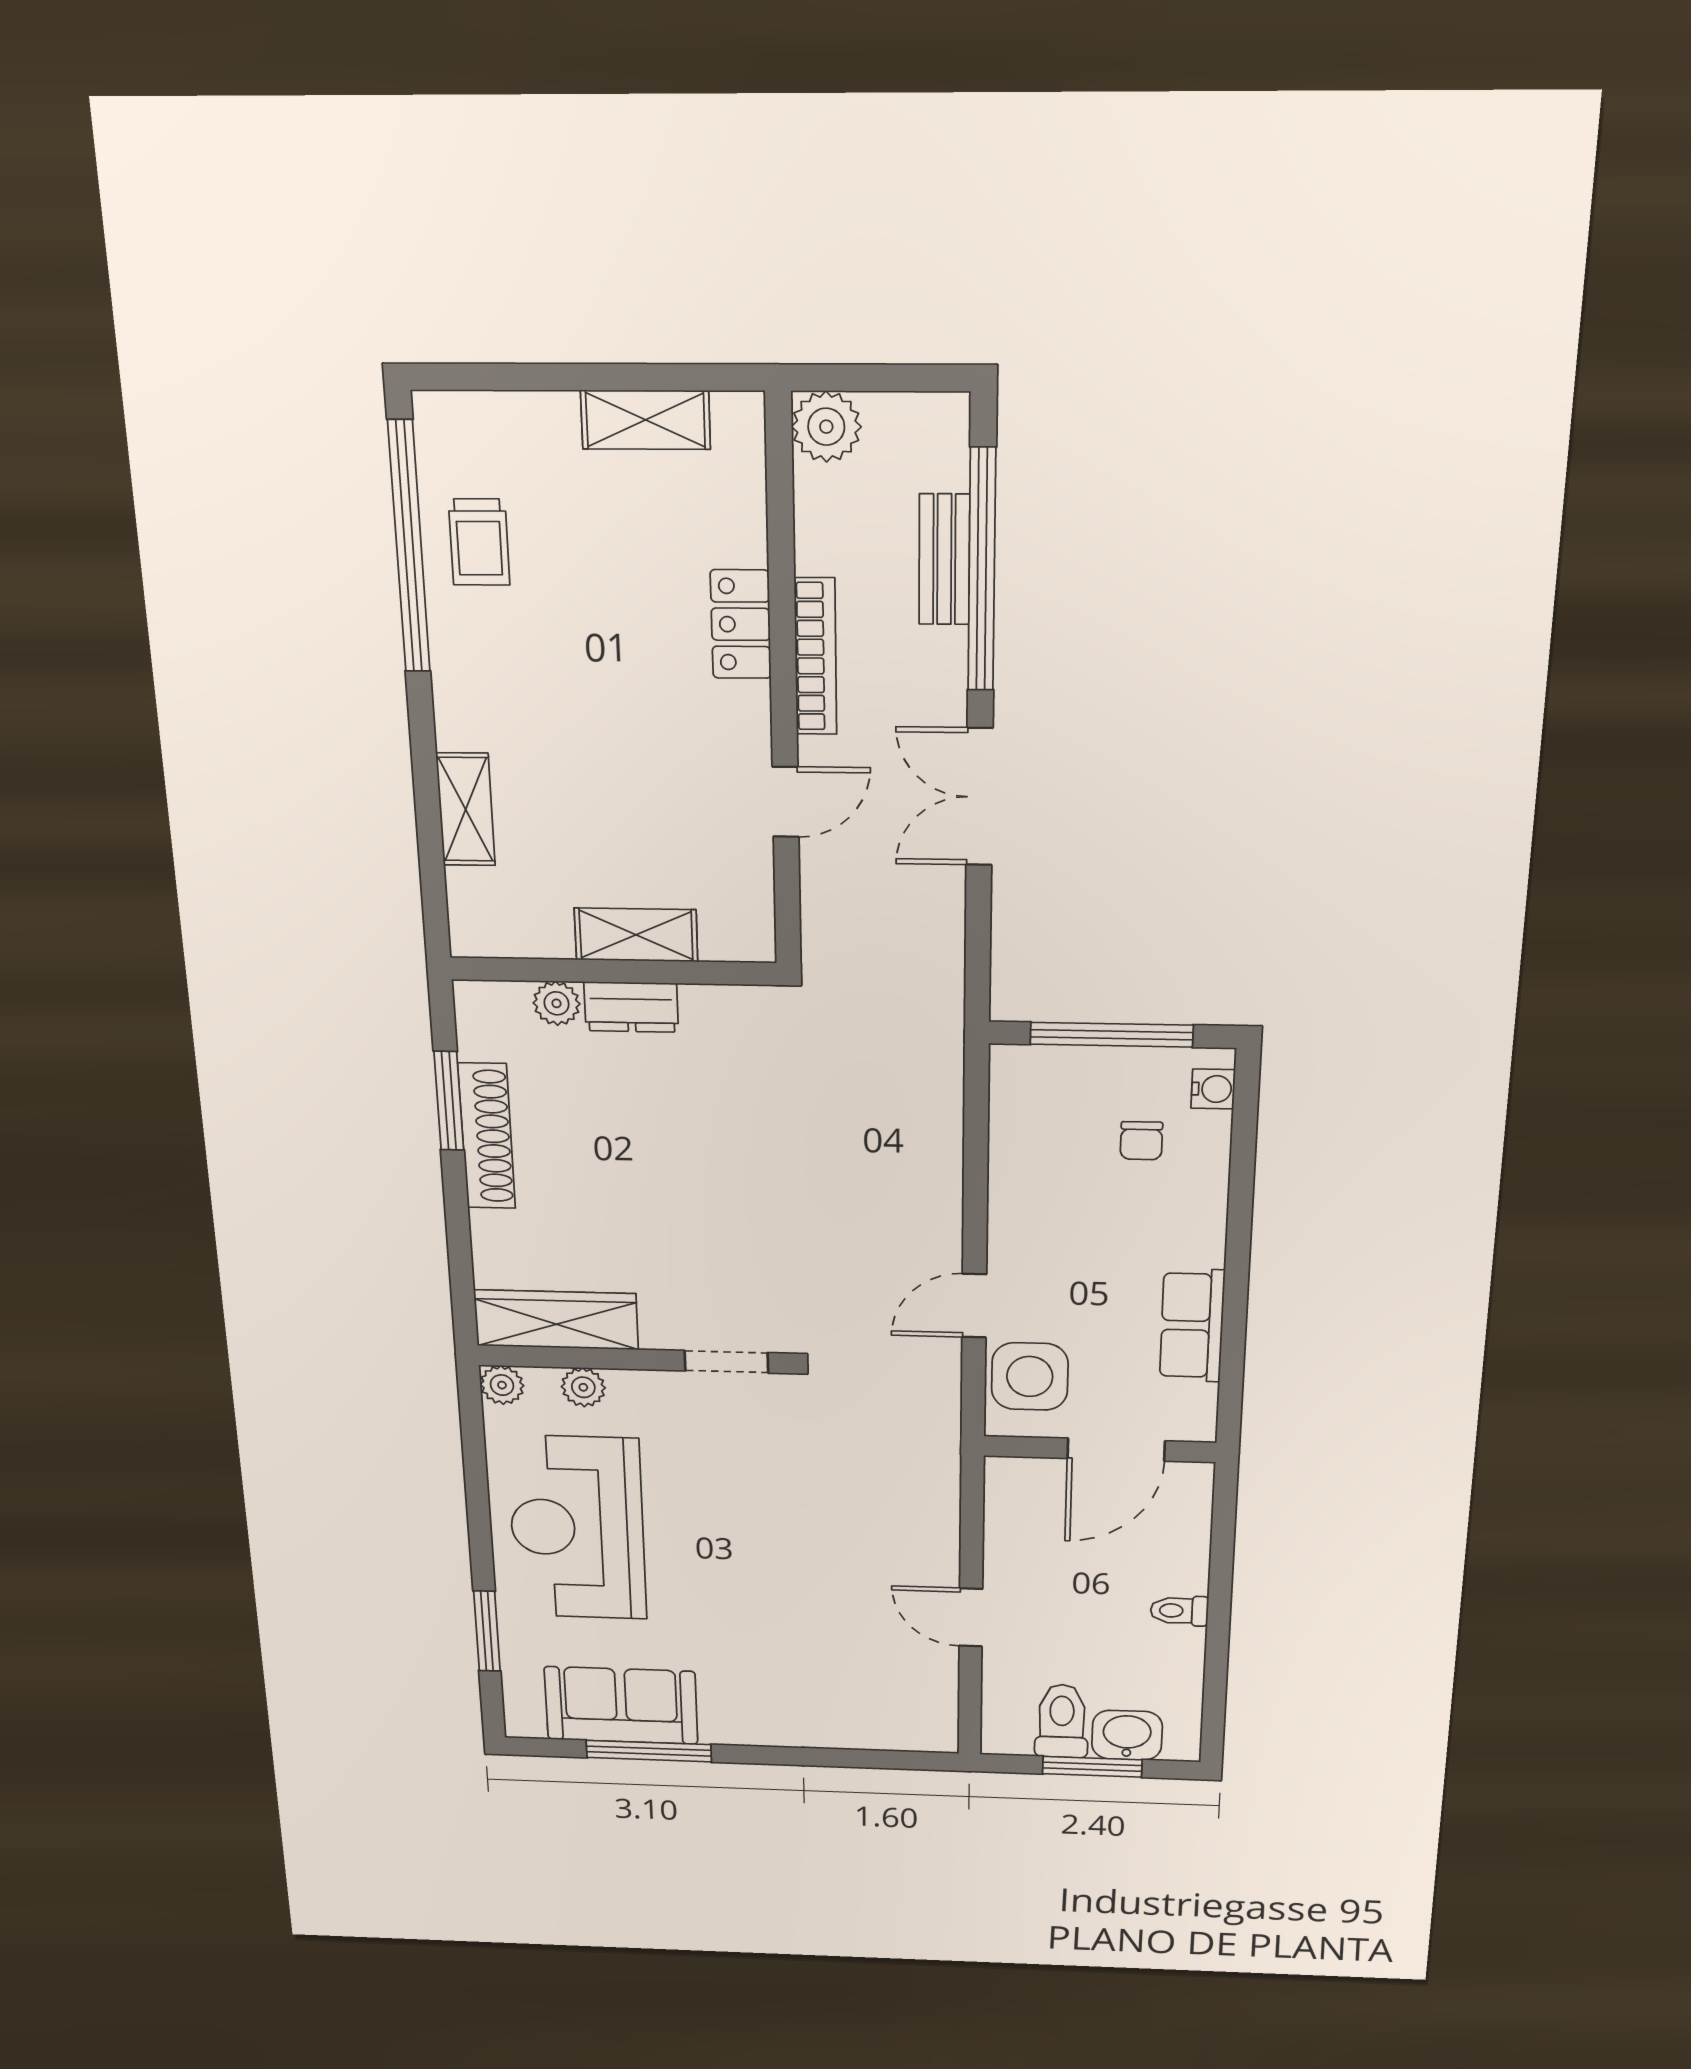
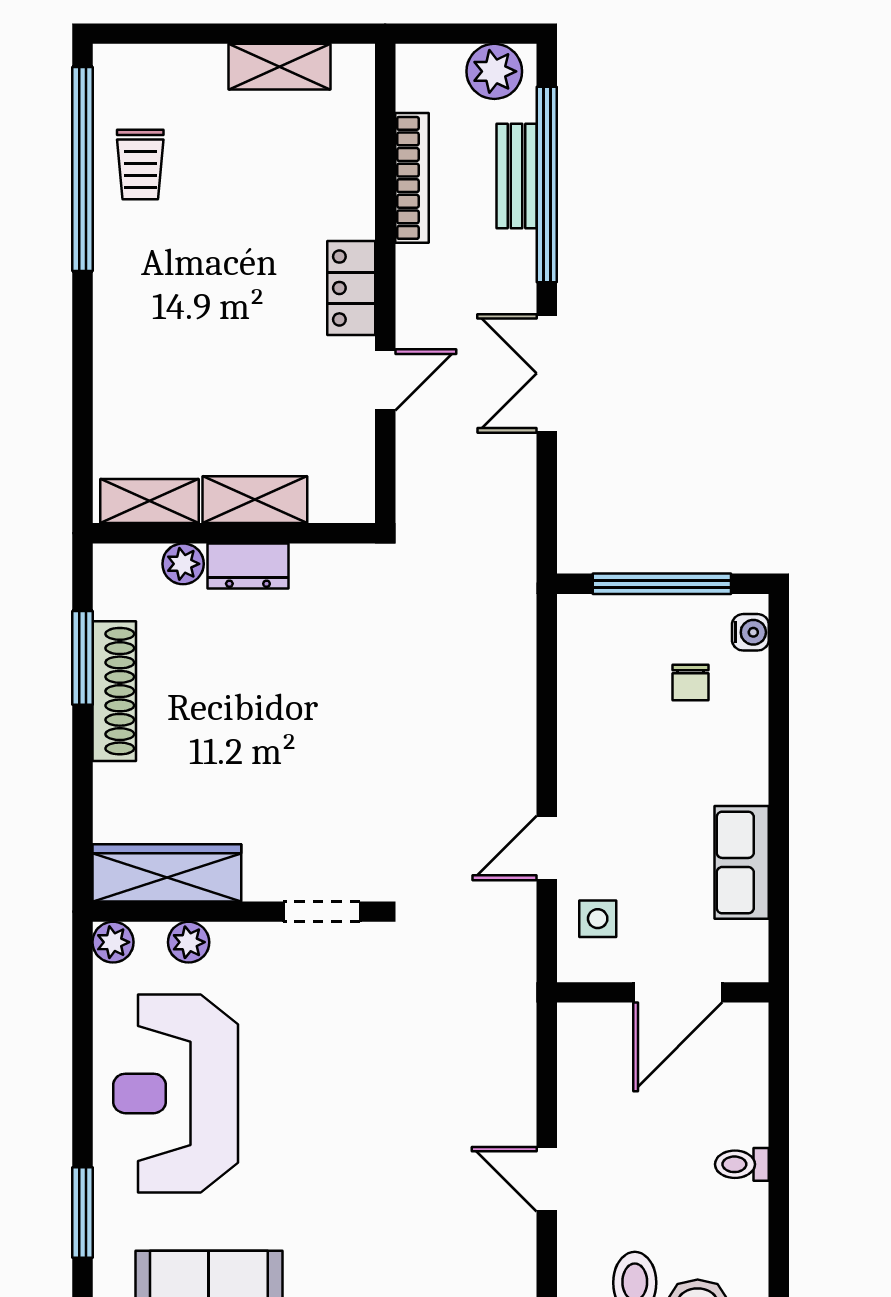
plant: (826, 427) -> (494, 71), moved
locker: (741, 624) -> (351, 288), moved
bookcase: (816, 657) -> (412, 178), moved
shelving: (466, 809) -> (149, 501), moved, turned 90
side table: (1030, 1376) -> (598, 919), width x0.54, depth x0.54

